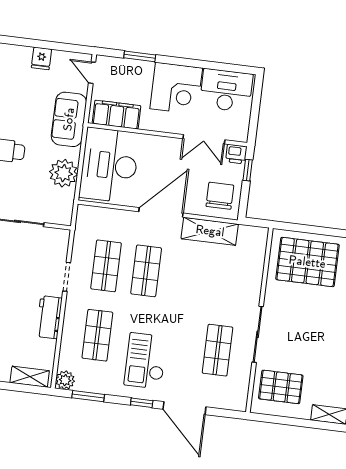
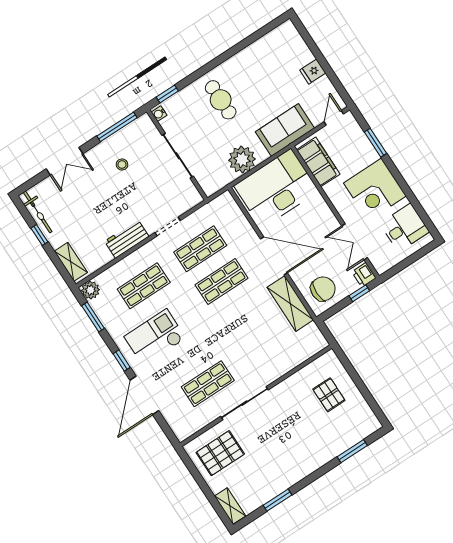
desk: (226, 90) -> (405, 228), width x0.73
pallet: (307, 262) -> (329, 395), width x0.49, depth x0.50
pallet: (281, 387) -> (220, 453), turned 90

